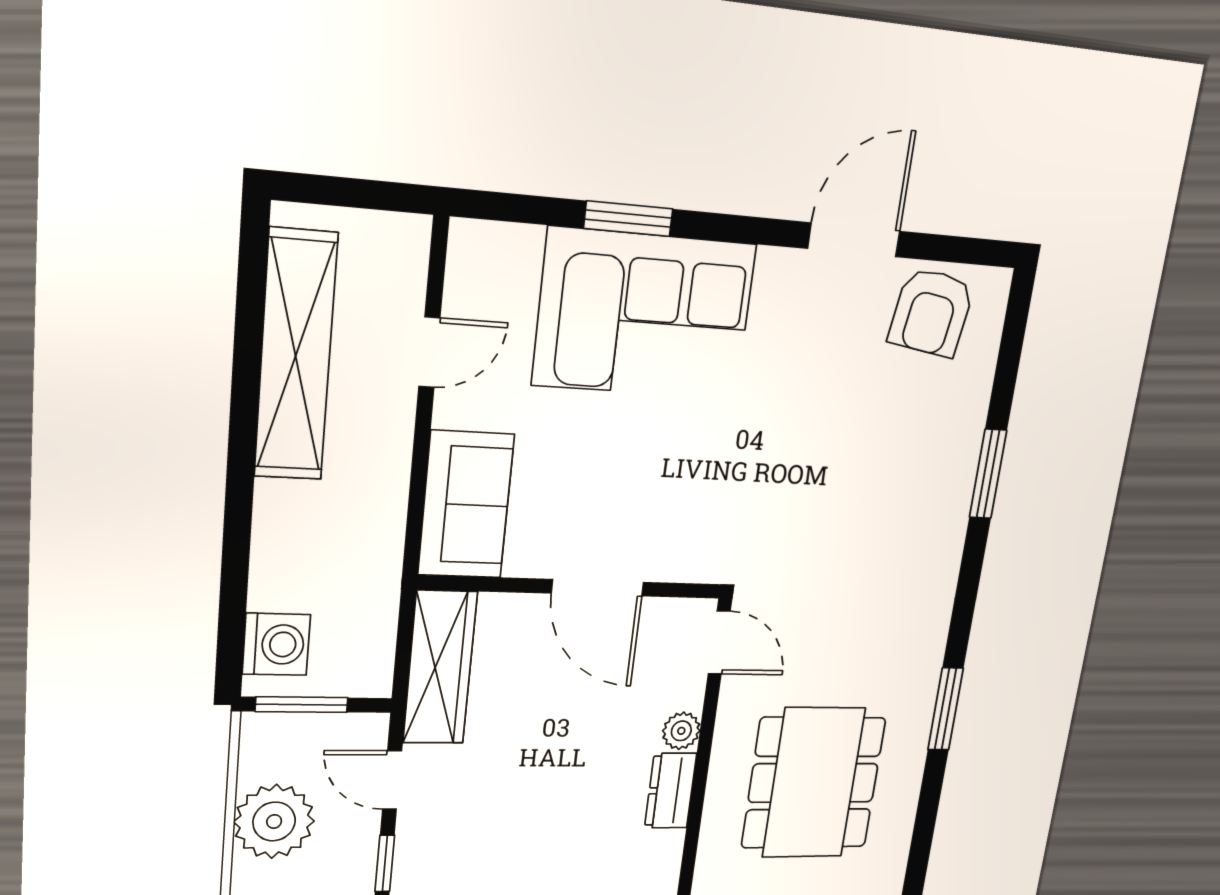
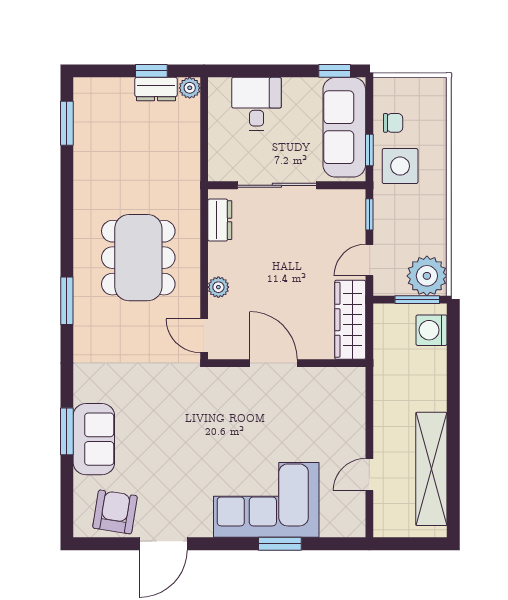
sofa: (466, 505) -> (94, 439), moved, turned 180
door: (392, 780) -> (369, 260), swing flipped
dresser: (671, 791) -> (220, 220), moved
plant: (274, 821) -> (427, 276), moved

